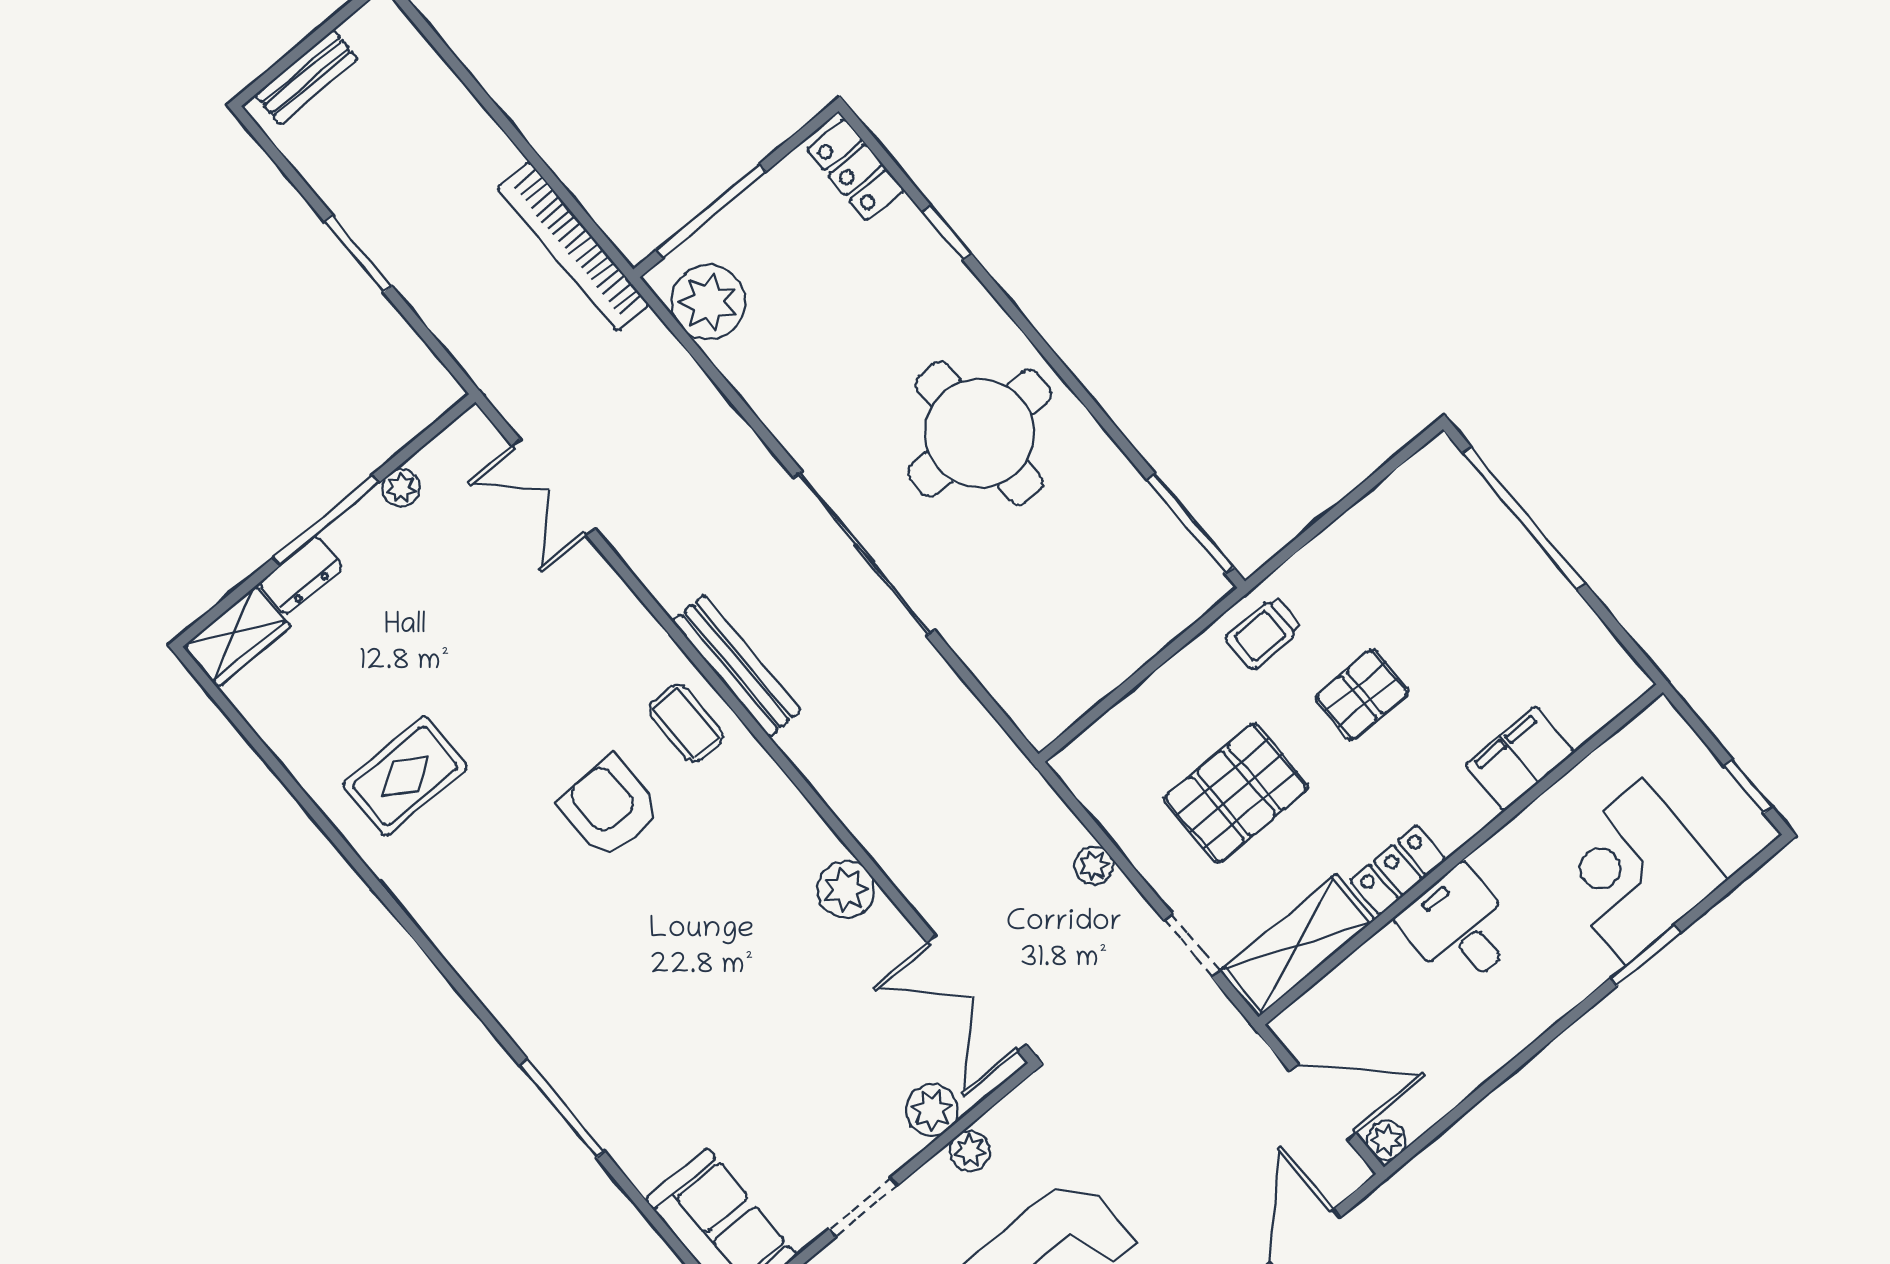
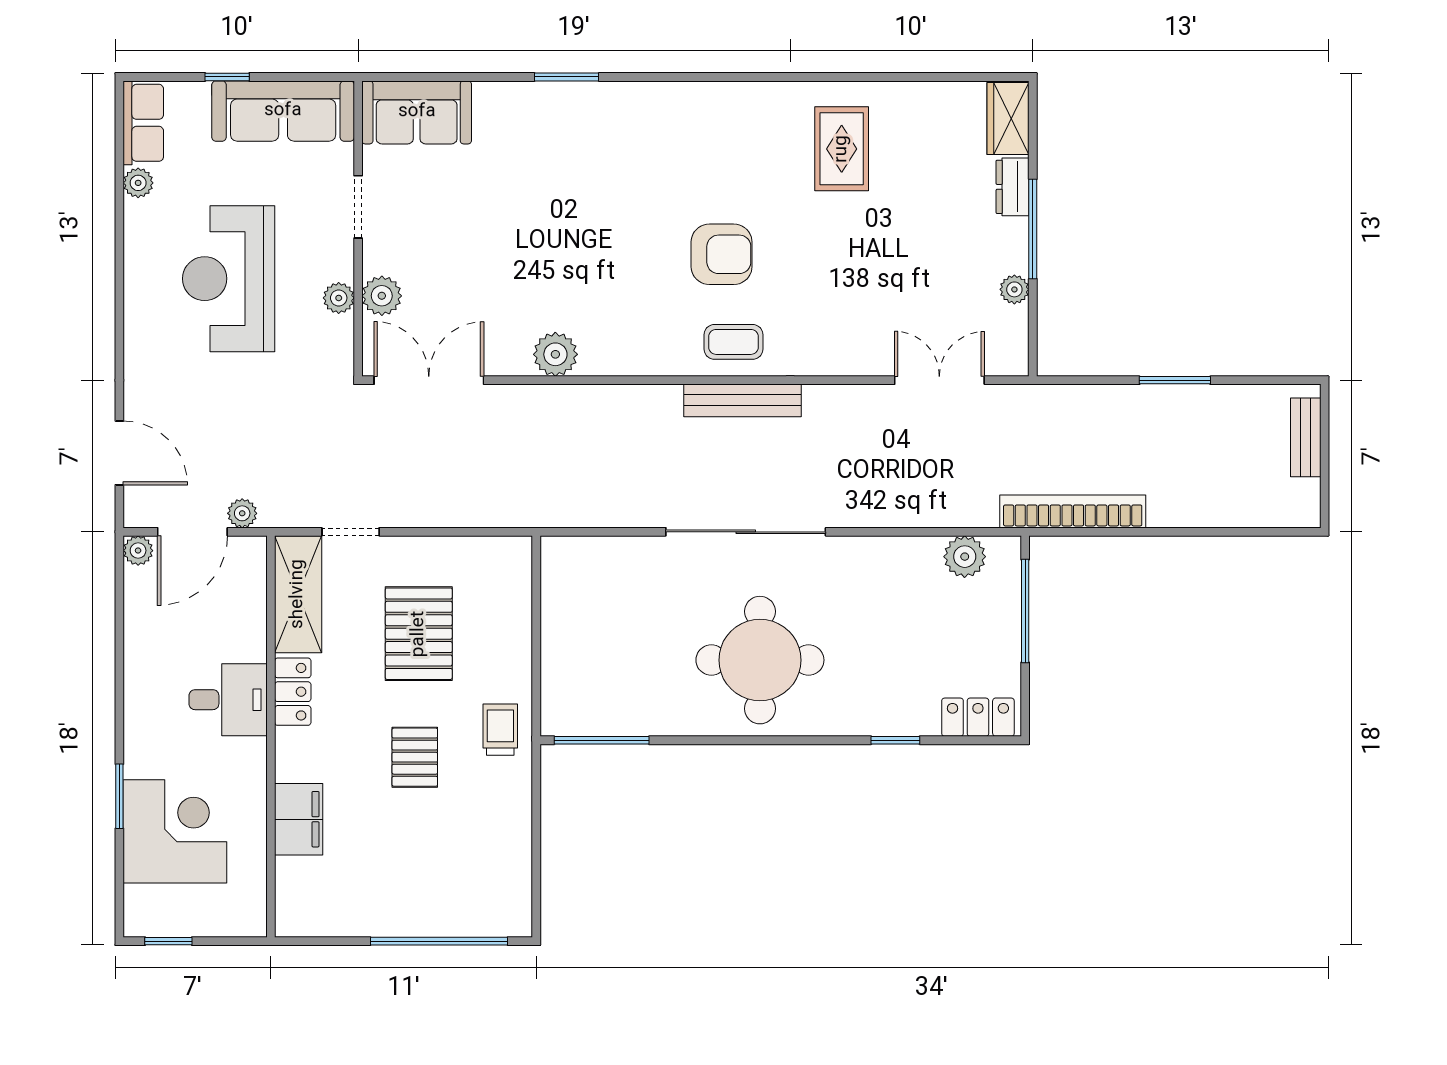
plant: (708, 302) -> (965, 557), width x0.73, depth x0.73
plant: (1094, 865) -> (242, 513), moved
window: (562, 1108) -> (567, 77), width x0.69

